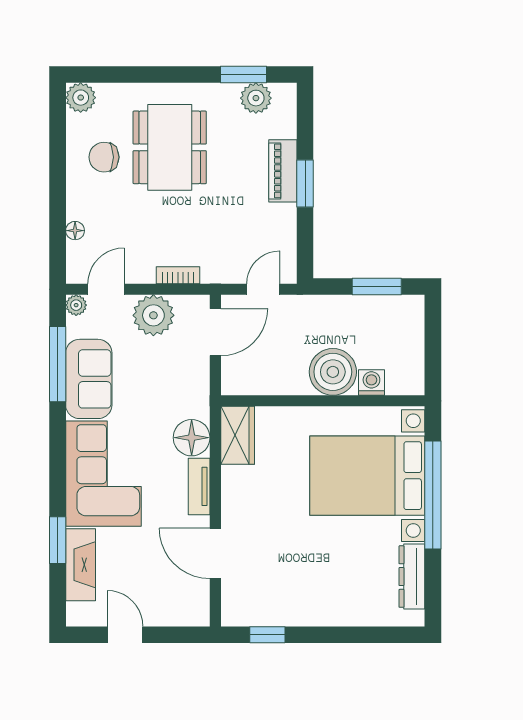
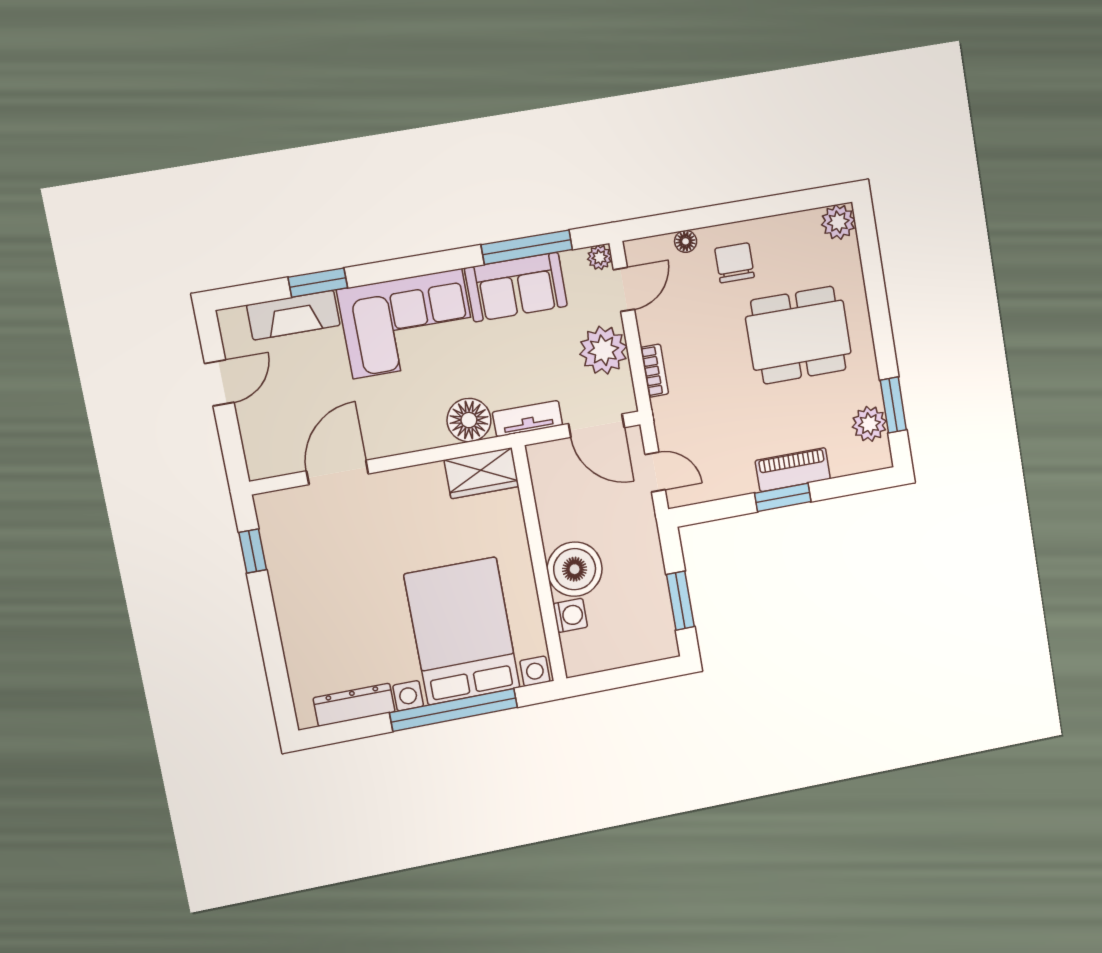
chair: (104, 157) -> (735, 263), moved
door: (106, 289) -> (624, 289), hinge flipped
tv unit: (199, 486) -> (527, 419), moved

